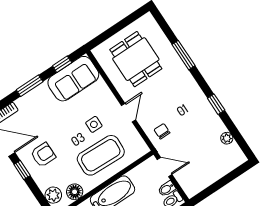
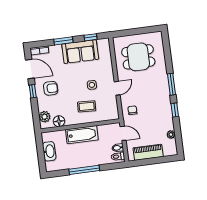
window: (183, 55) -> (171, 84), moved
dining table: (136, 59) -> (138, 57), turned 90
sofa: (73, 79) -> (80, 52), moved
coffee table: (101, 155) -> (87, 106), width x0.54, depth x0.58
piano: (209, 175) -> (148, 152), added

